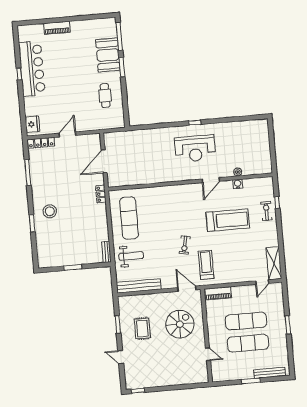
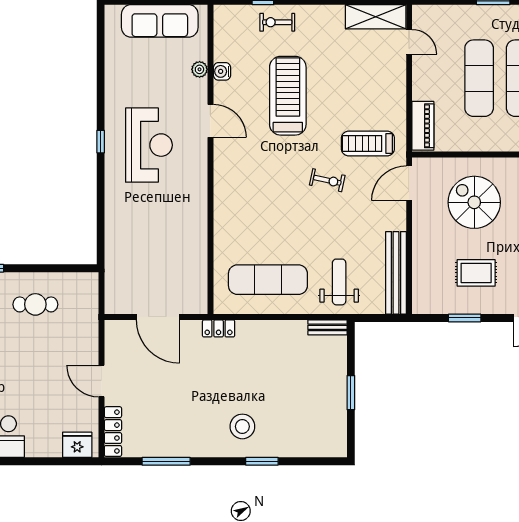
sofa: (262, 149) -> (160, 21), added

